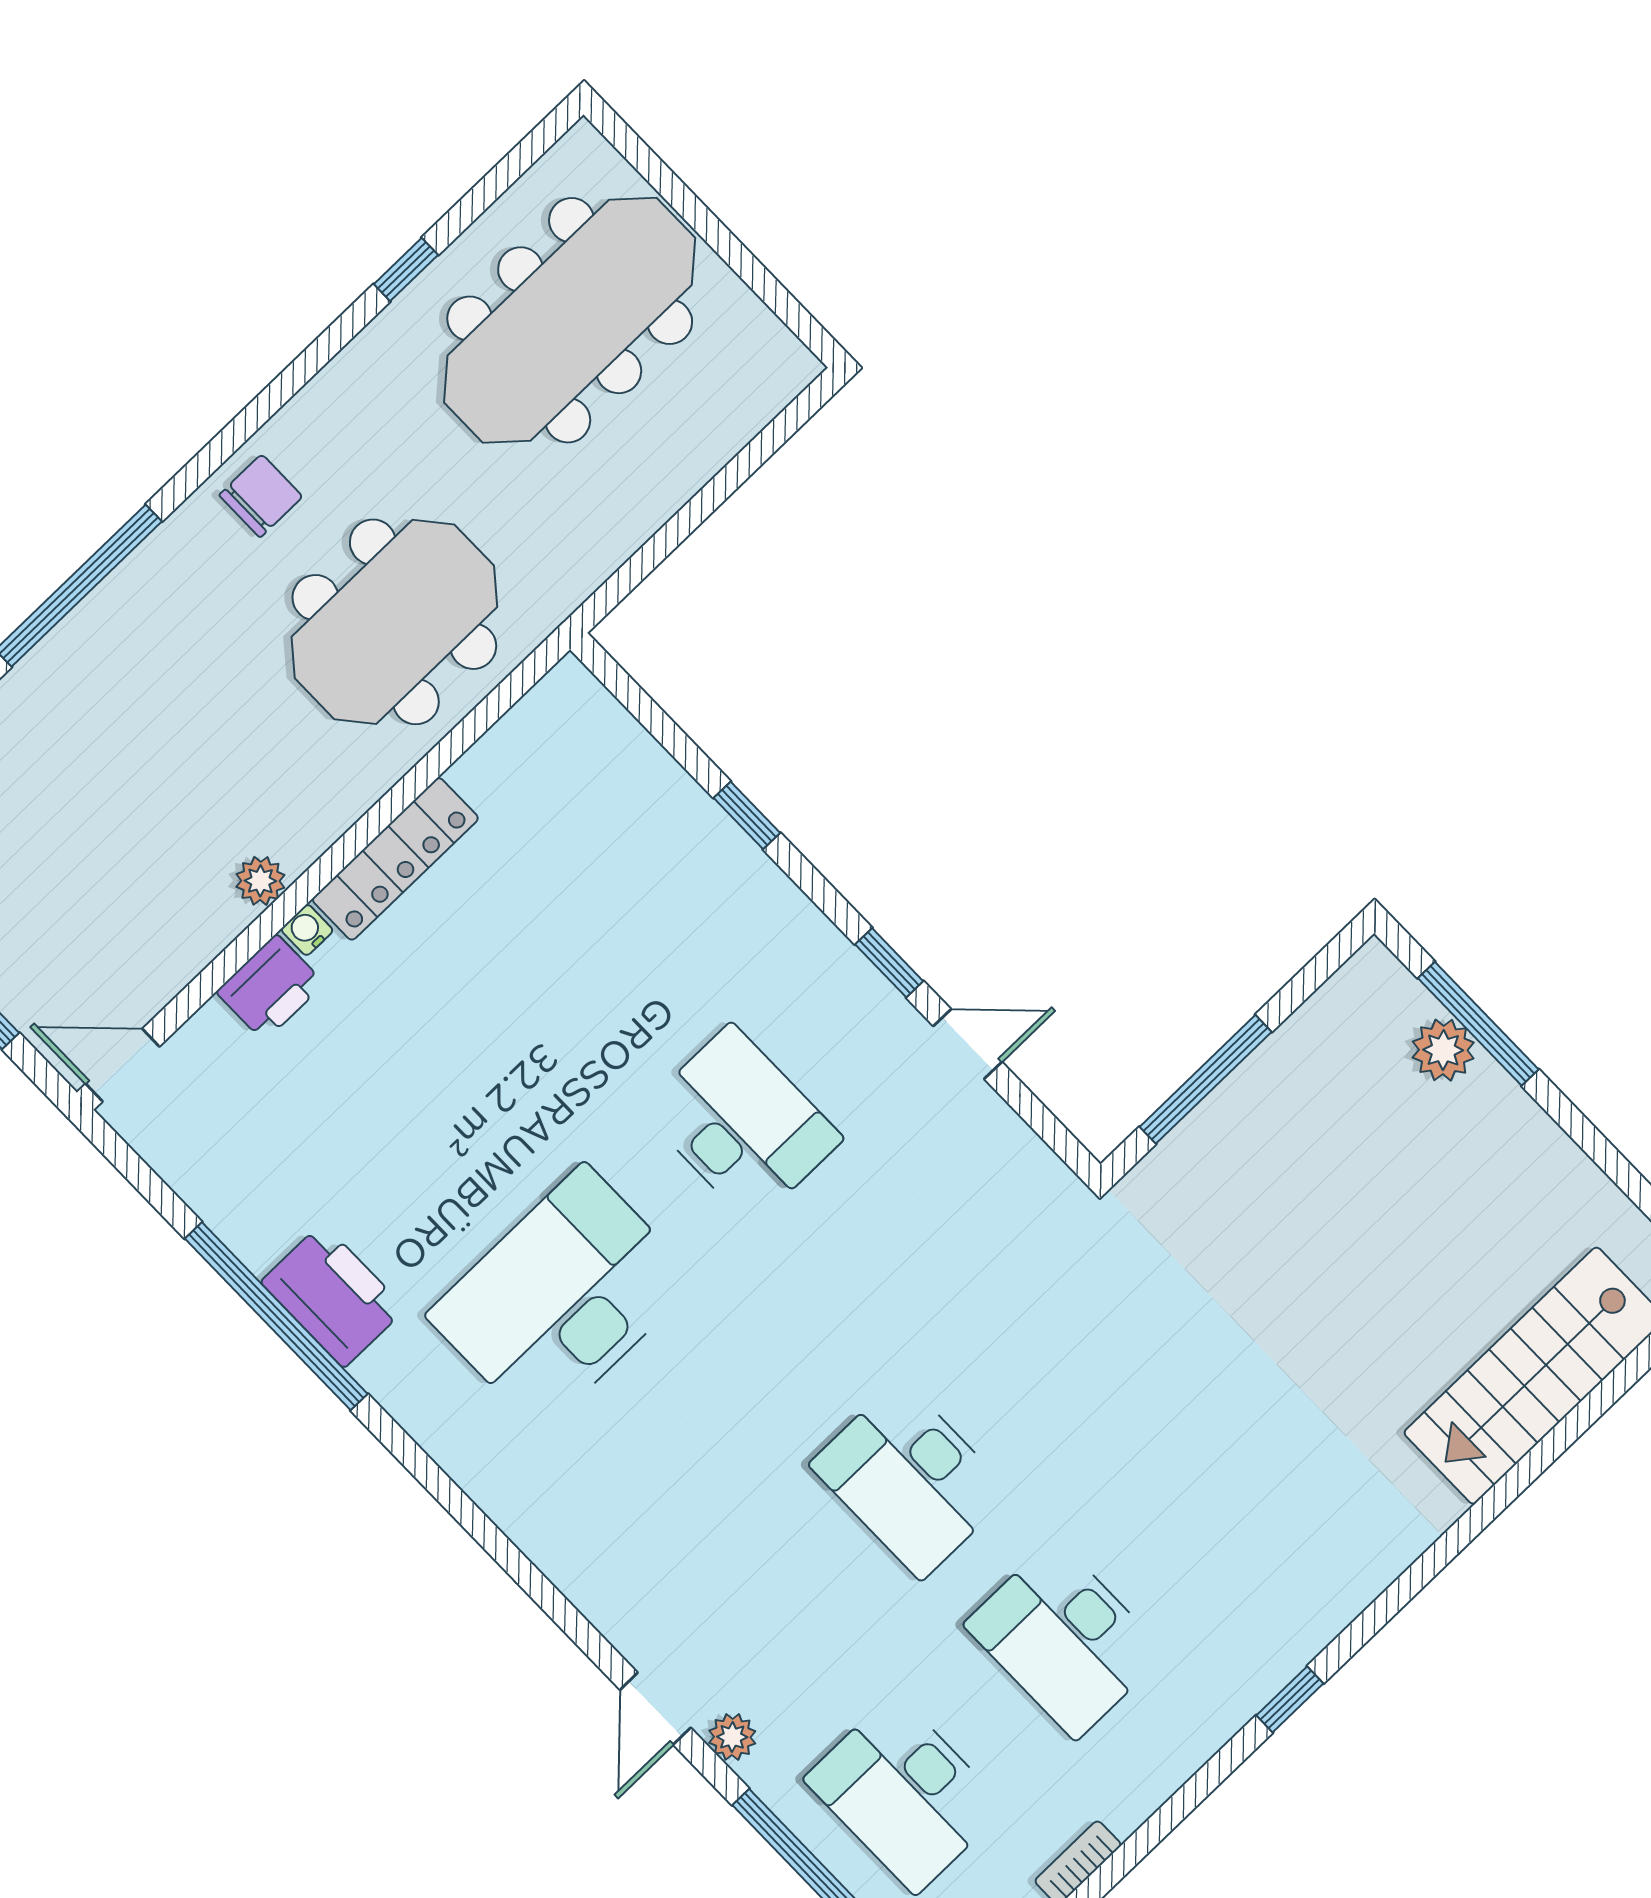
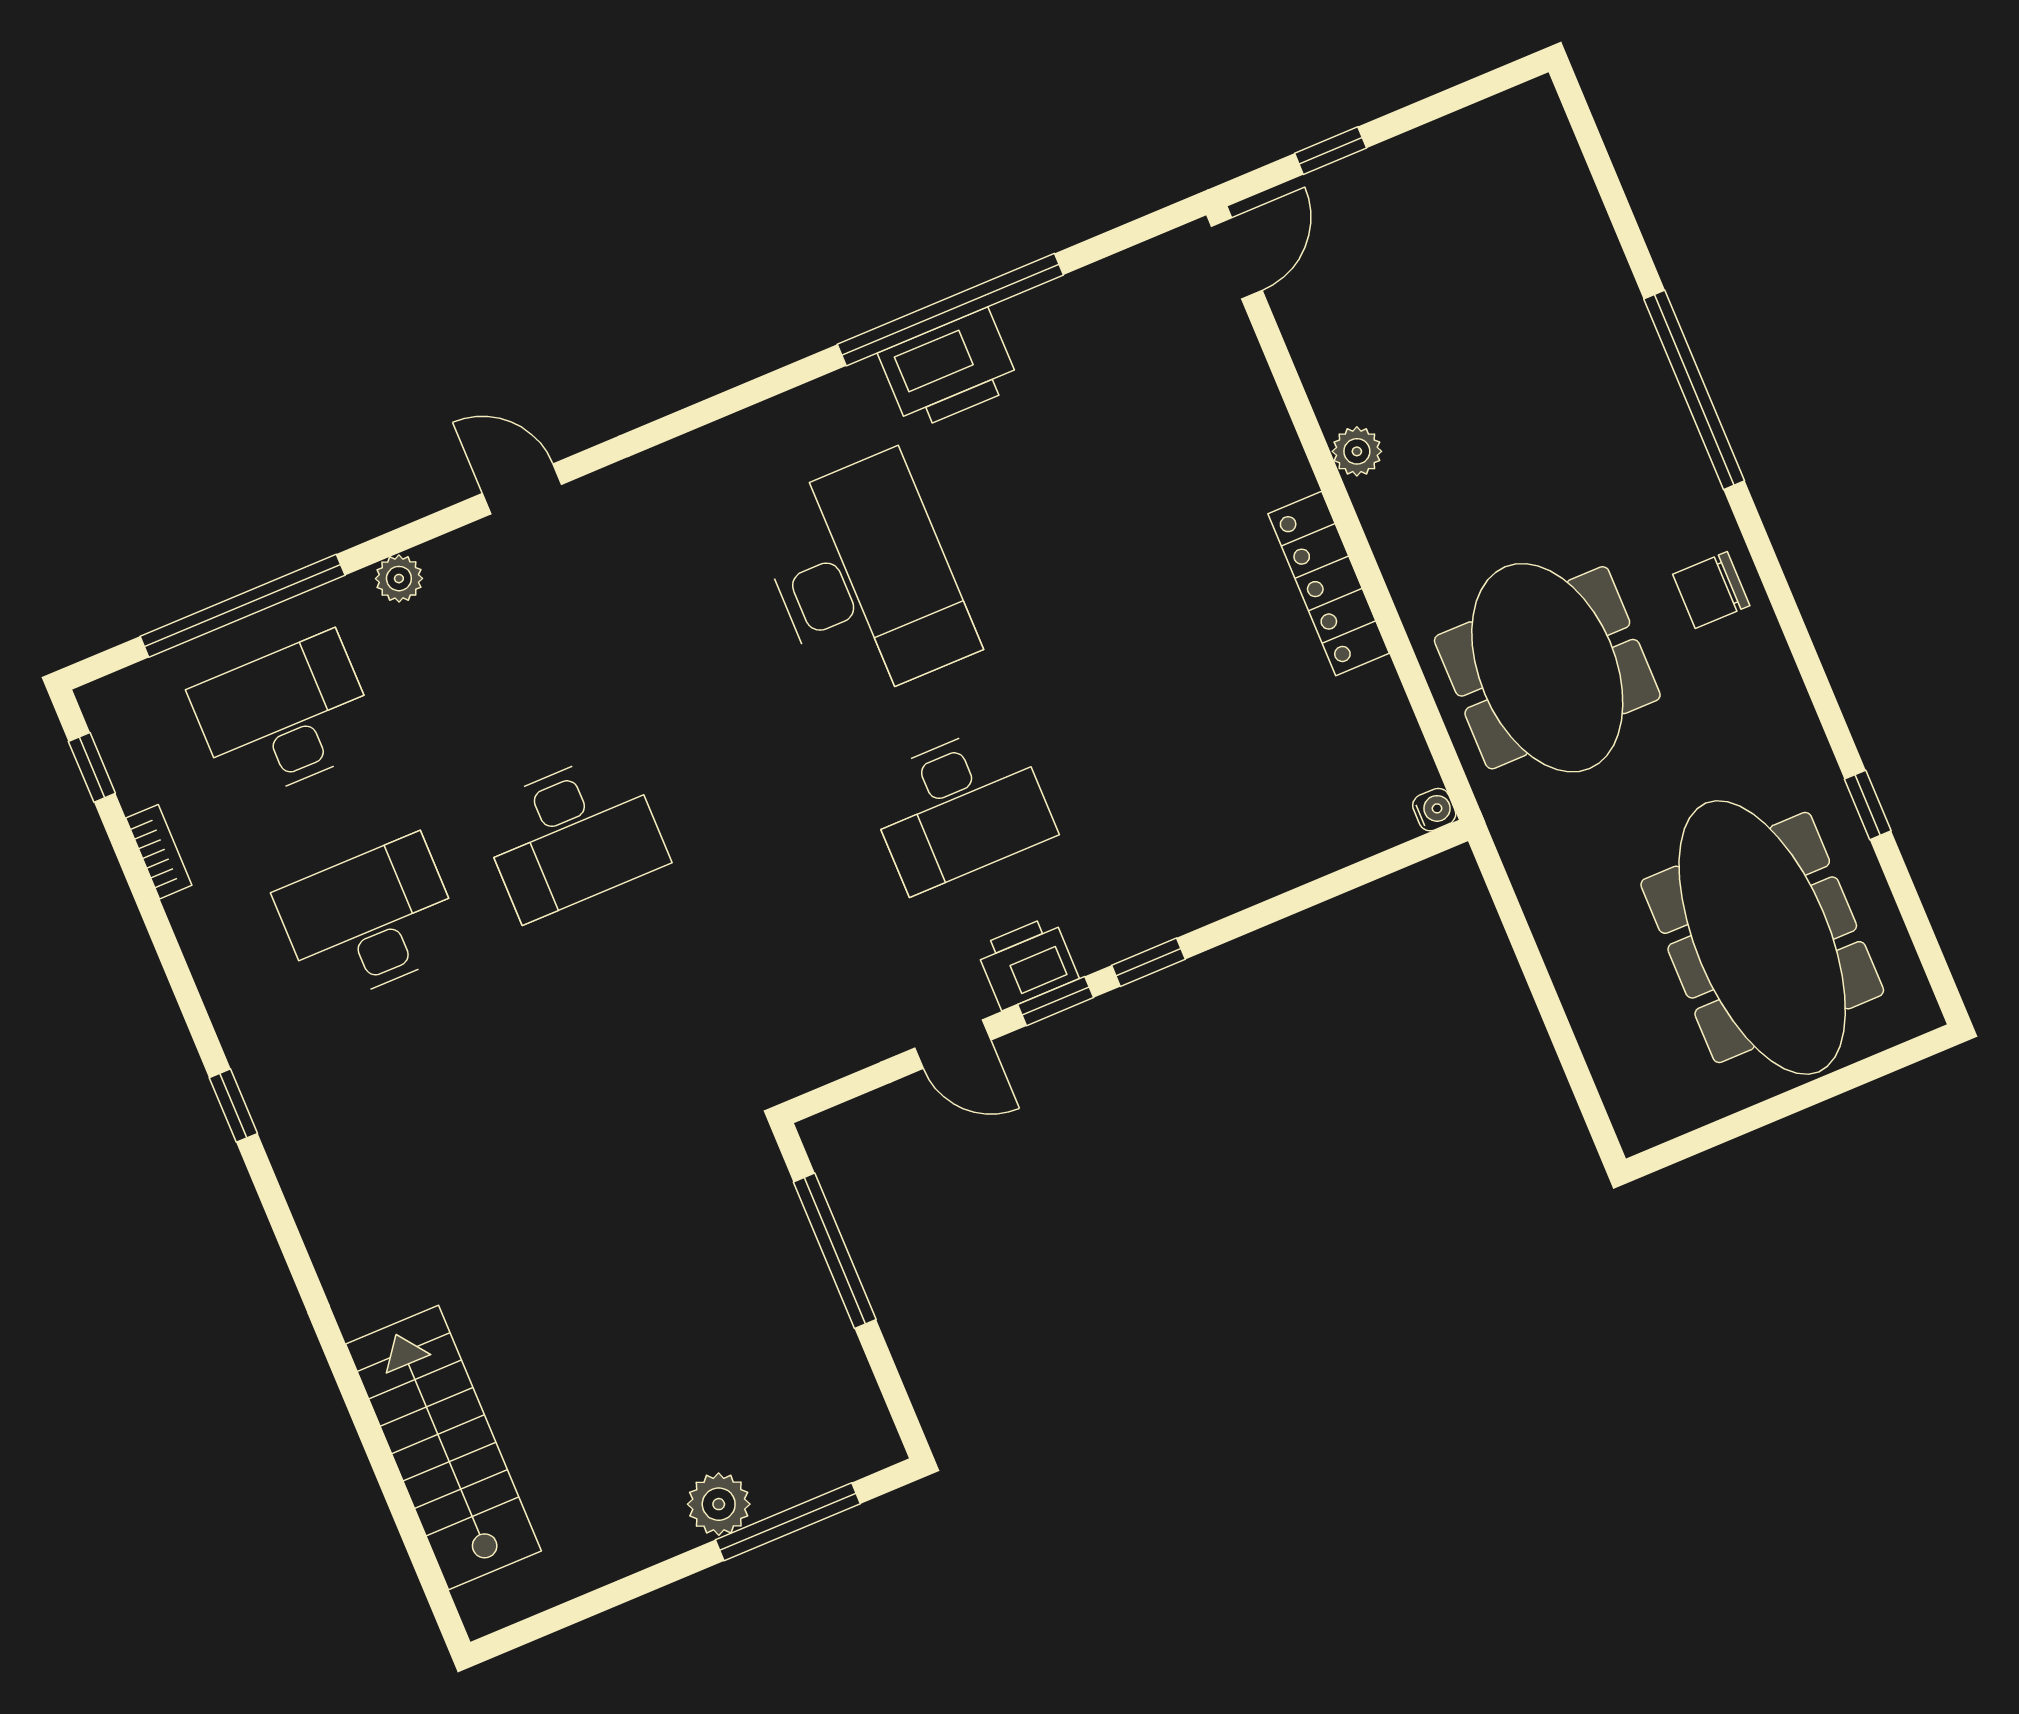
chair: (261, 496) -> (1711, 590), turned 90
window: (747, 815) -> (1148, 962), moved
water cooler: (307, 930) -> (1434, 810), moved
printer: (270, 988) -> (1027, 963), moved, turned 90
door: (968, 1044) -> (953, 1044), hinge flipped
plant: (1443, 1050) -> (719, 1504), moved
desk: (910, 1479) -> (573, 835), turned 180
door: (655, 1709) -> (522, 489), moved

